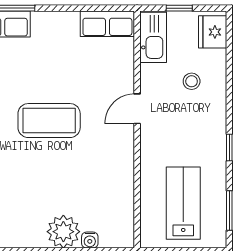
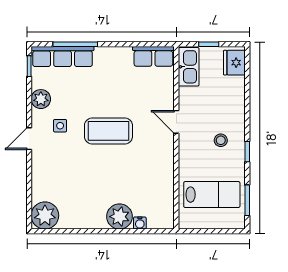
stool: (192, 81) -> (221, 140), moved
door: (137, 109) -> (176, 122), hinge flipped
lab bench: (183, 203) -> (212, 195), turned 90

